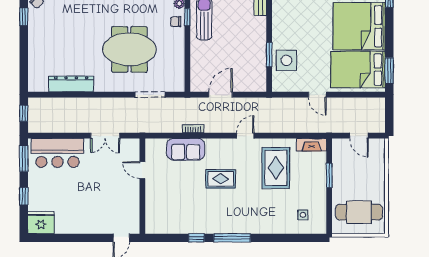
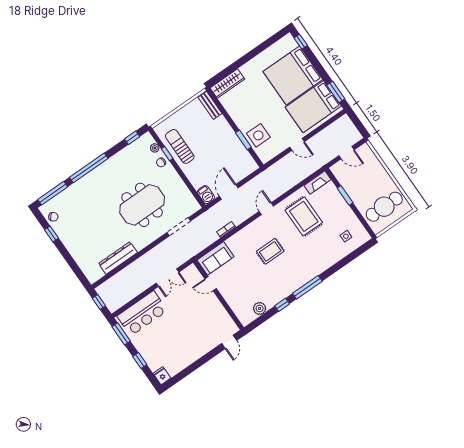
barbecue: (197, 82) -> (206, 195), added
sofa: (186, 149) -> (216, 258), moved
fridge: (41, 223) -> (162, 376), width x0.53, depth x0.75
plant: (172, 226) -> (260, 308), added

